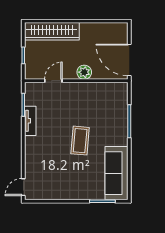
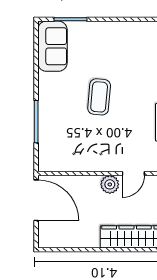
plant: (84, 72) -> (110, 184), moved
sofa: (116, 173) -> (52, 46), width x0.73

